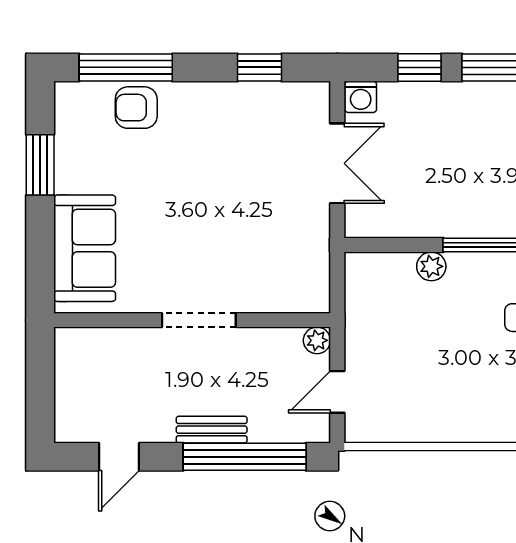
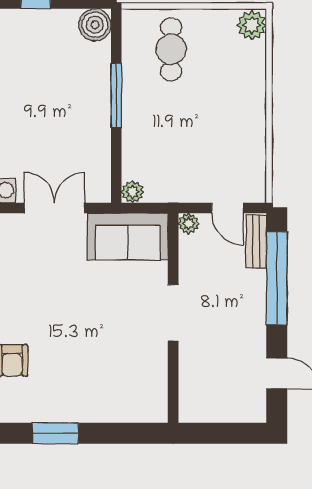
sofa: (85, 248) -> (128, 237), moved, turned 180
plant: (431, 266) -> (132, 192), moved
bench: (212, 430) -> (256, 241), moved

